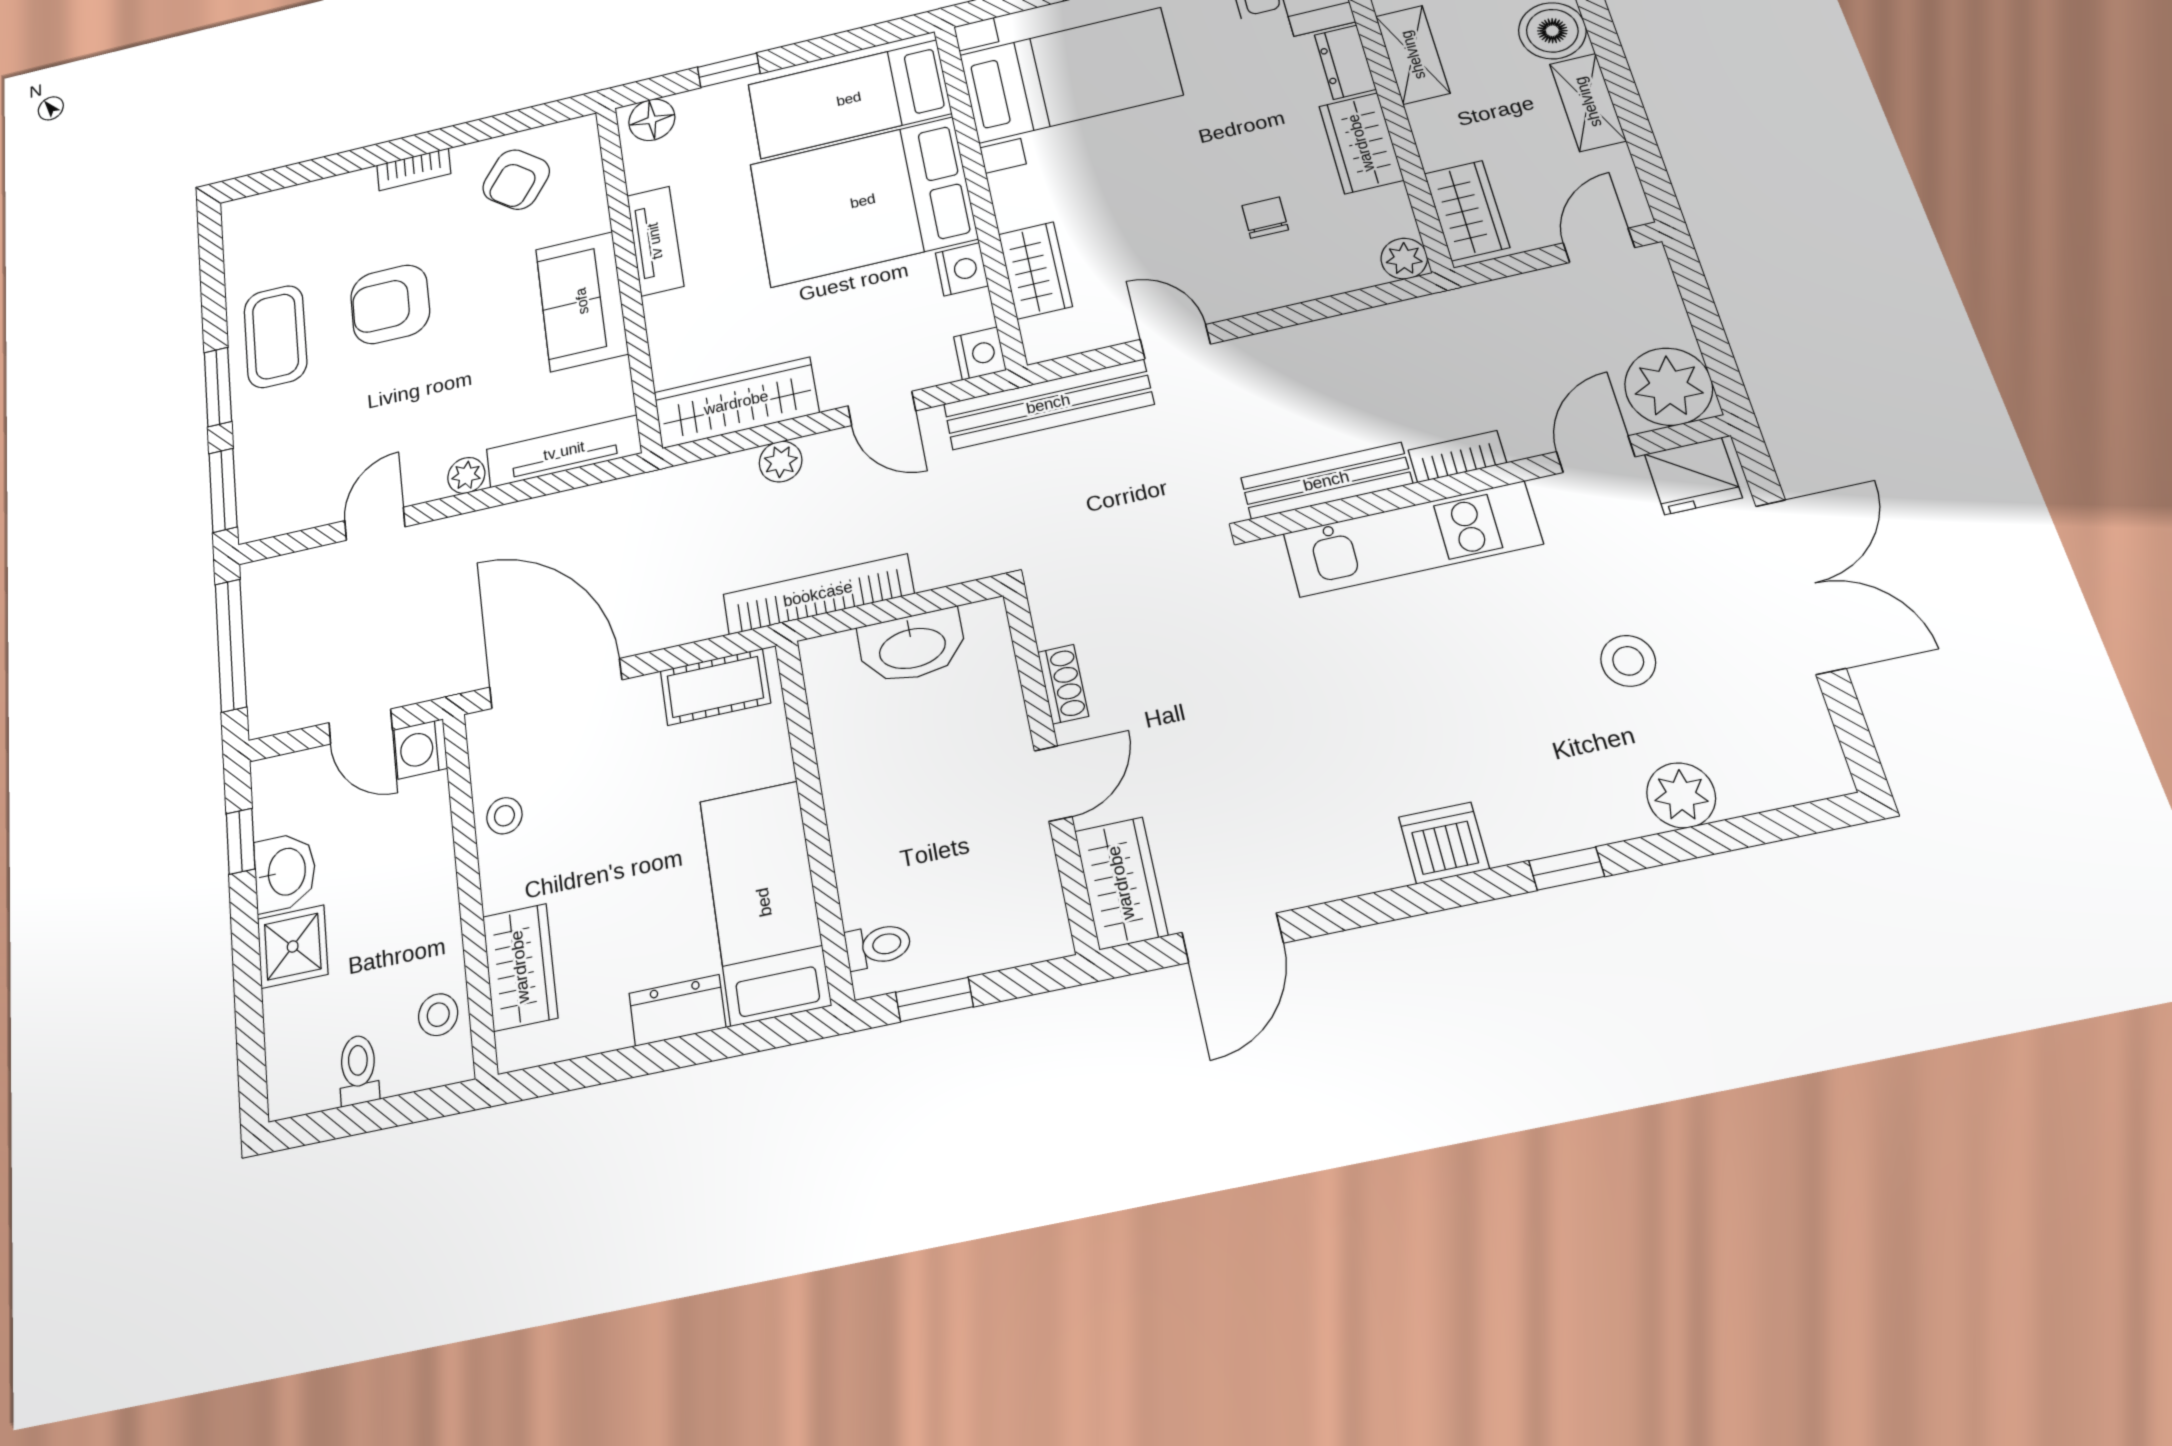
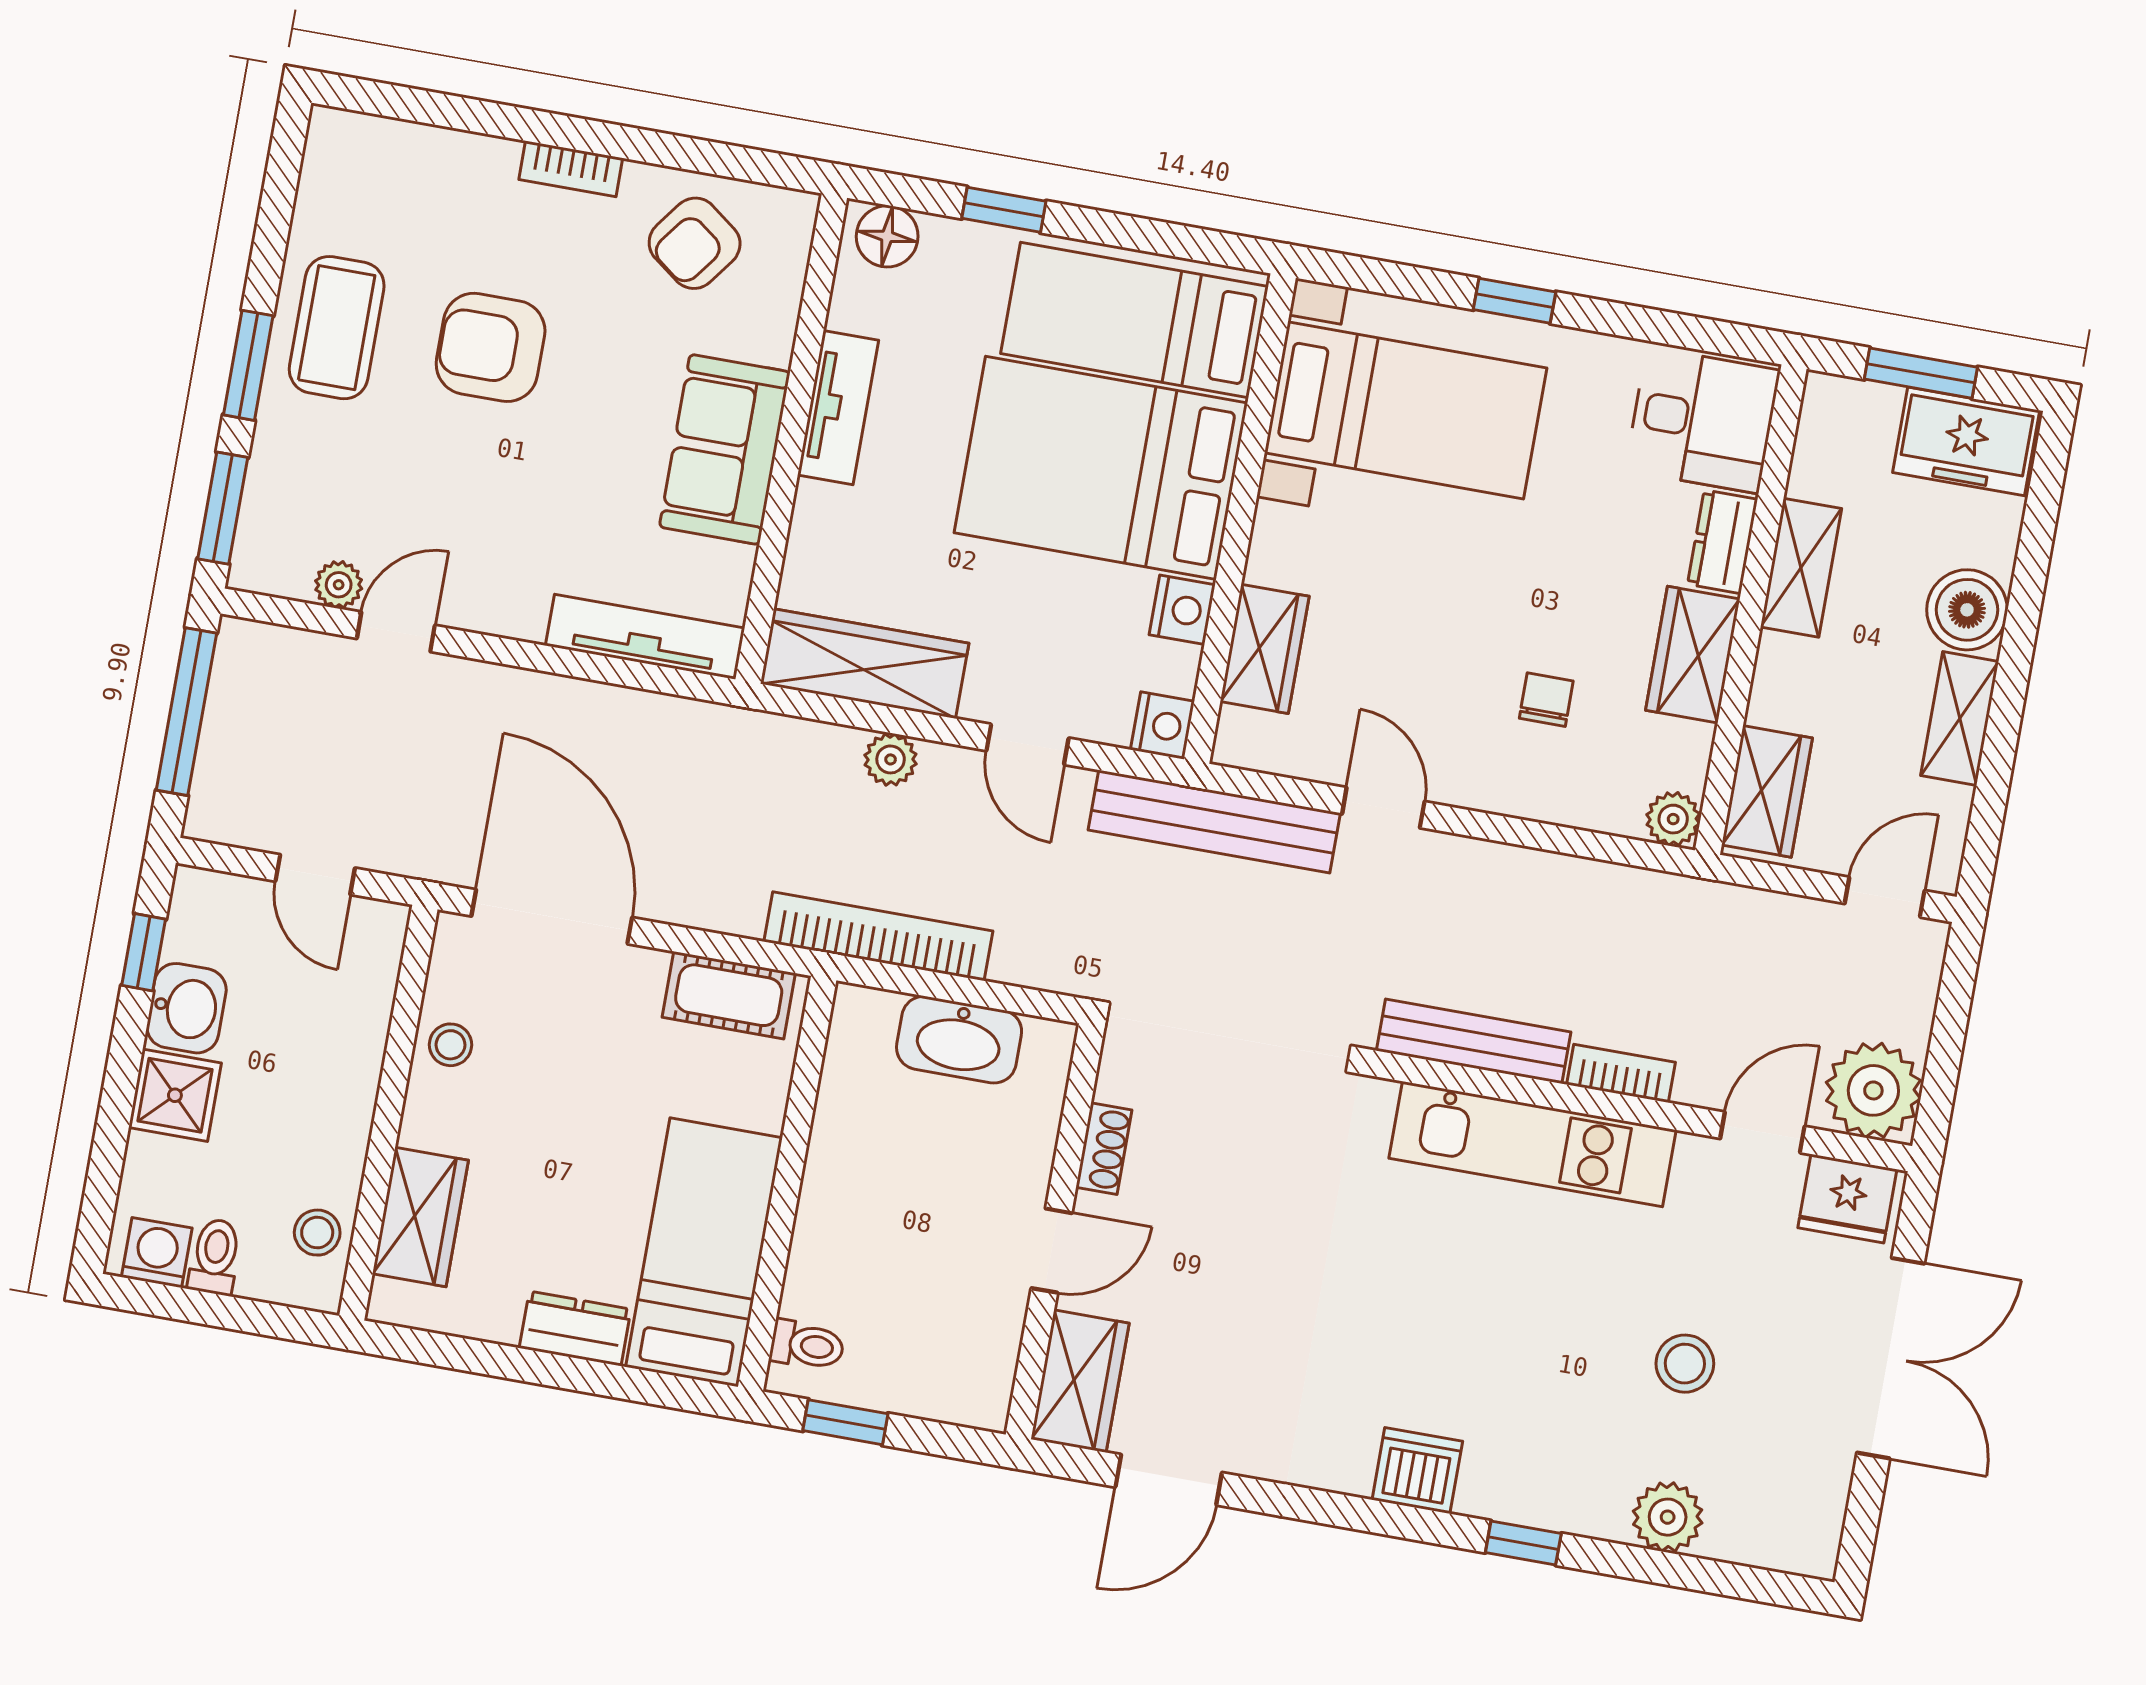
plant: (466, 475) -> (339, 585), moved
washing machine: (421, 749) -> (157, 1253), moved, turned 90

